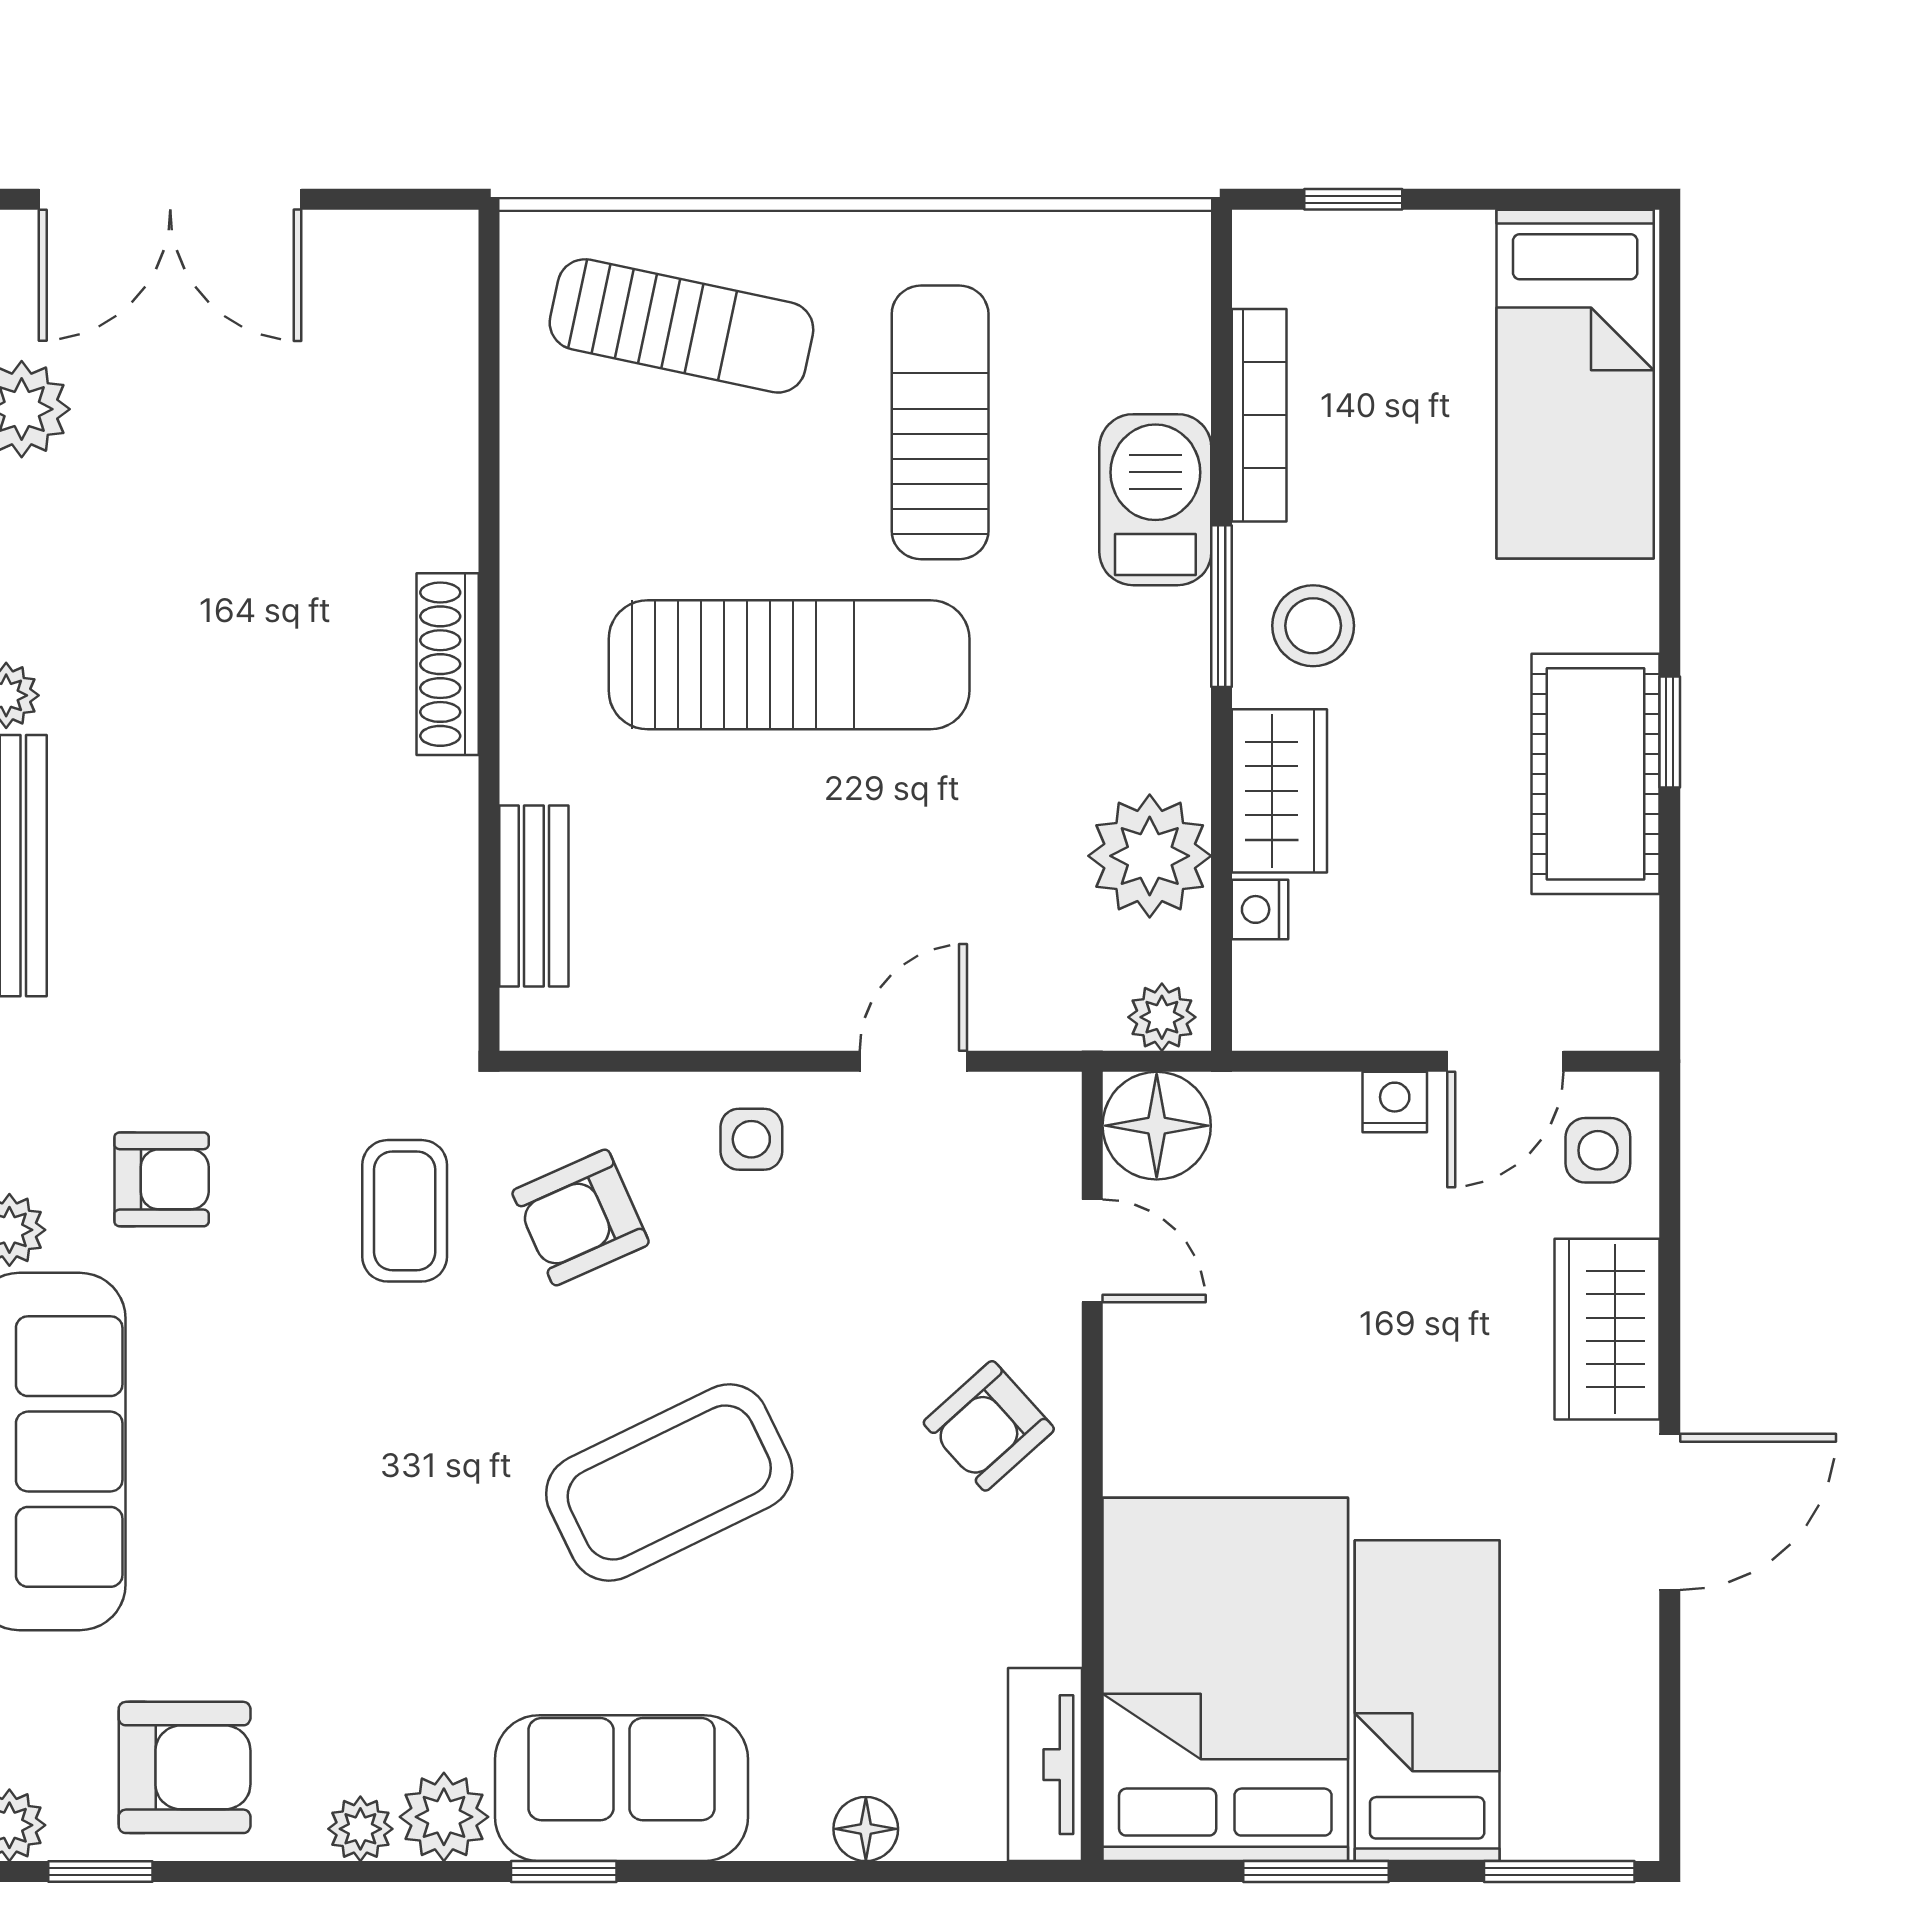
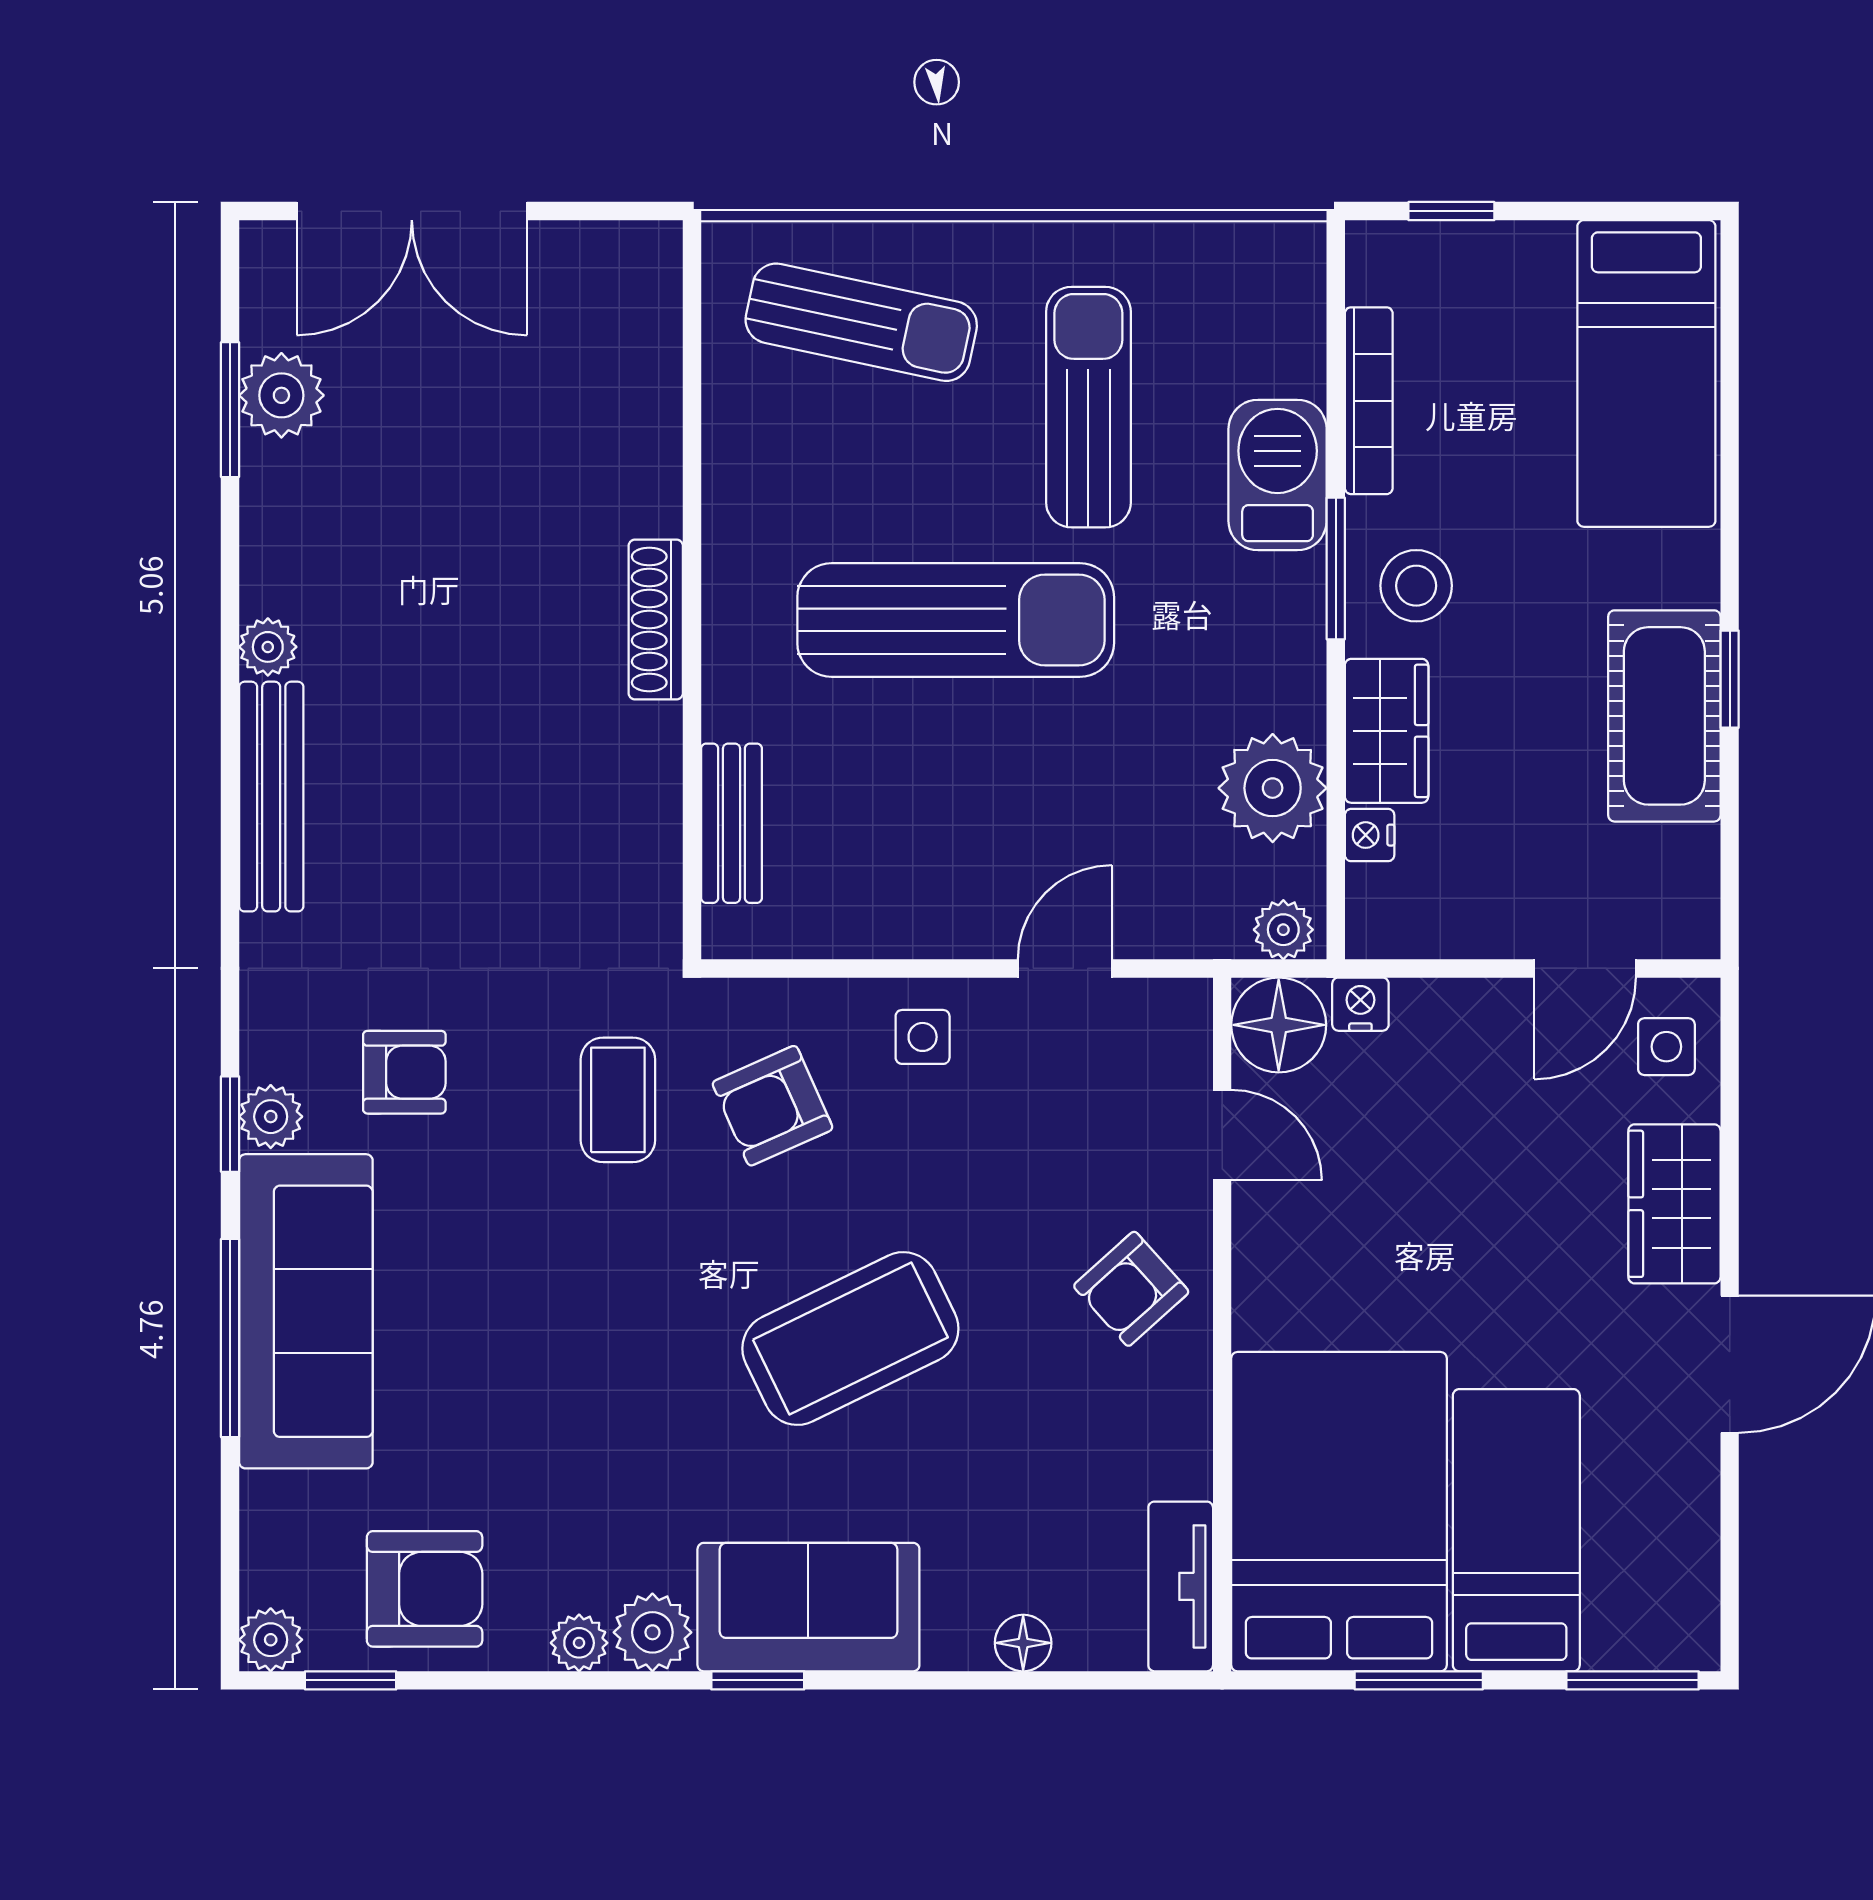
nightstand: (1395, 1102) -> (1360, 1004), moved

